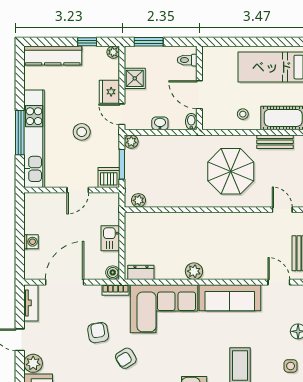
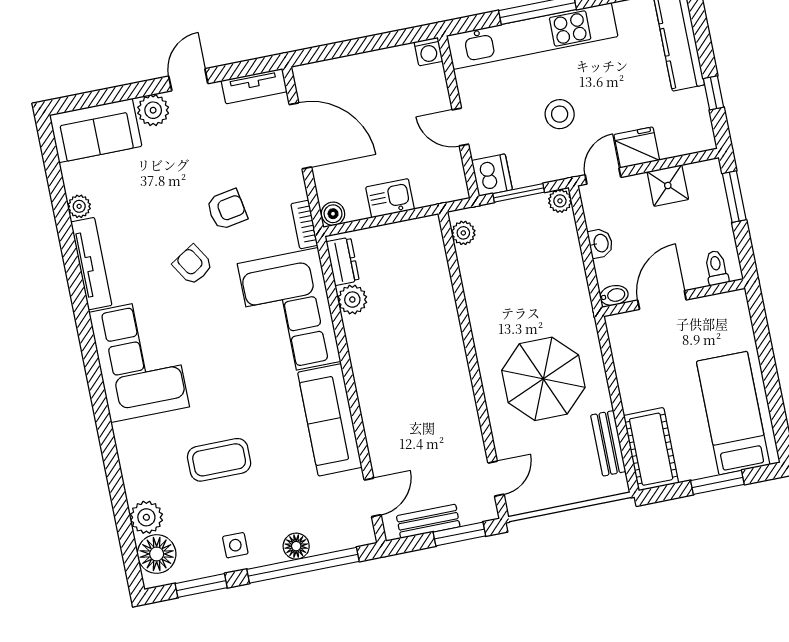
plant: (113, 52) -> (705, 140), removed
stool: (243, 114) -> (644, 380), removed
washing machine: (31, 242) -> (428, 52), moved
plant: (194, 271) -> (352, 300), moved

